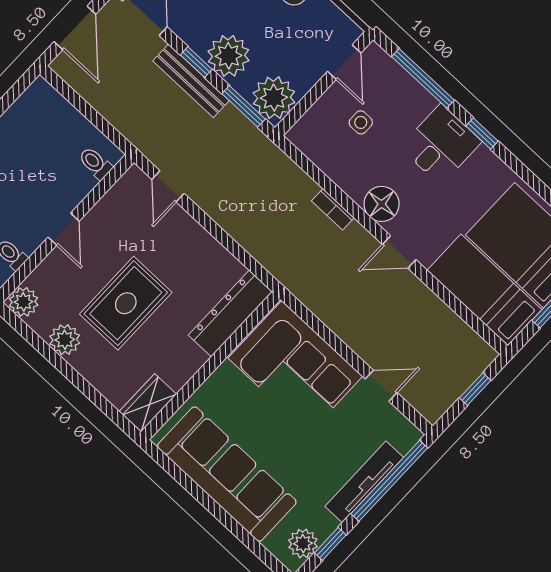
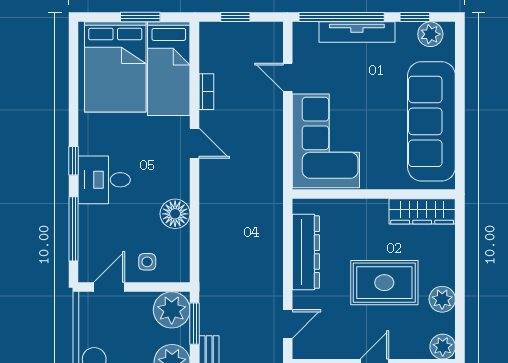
side table: (361, 122) -> (147, 262), moved
floor lamp: (382, 204) -> (175, 214), moved
bookcase: (333, 209) -> (206, 92), moved
dresser: (230, 313) -> (306, 252), moved, turned -90
wardrobe: (148, 403) -> (422, 211), width x1.50

